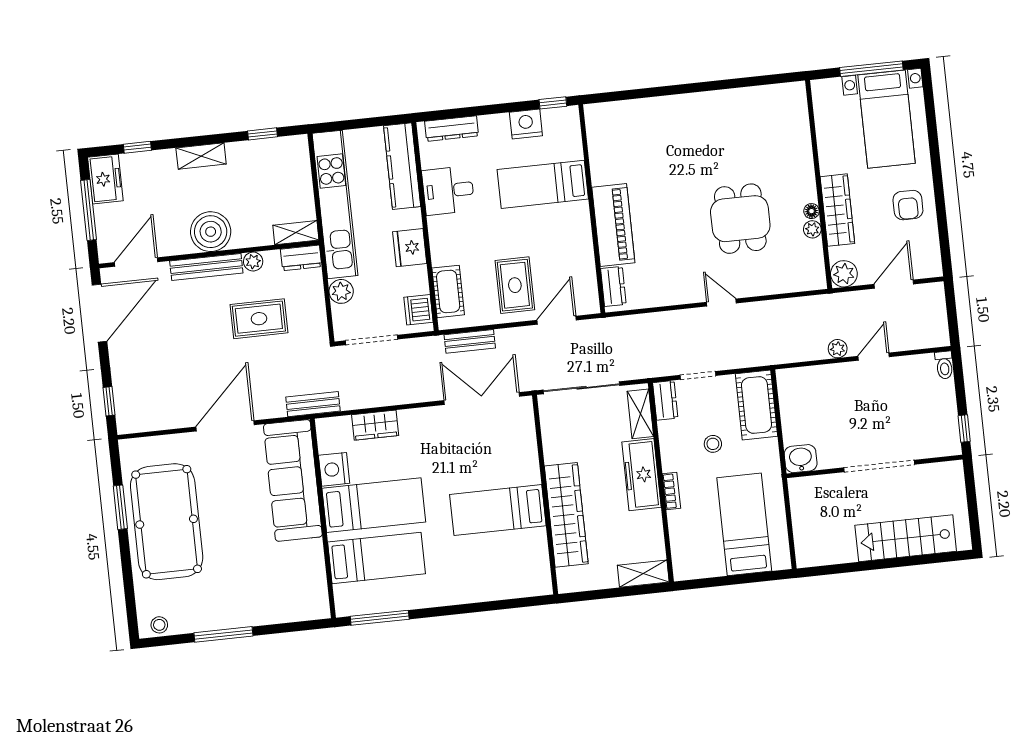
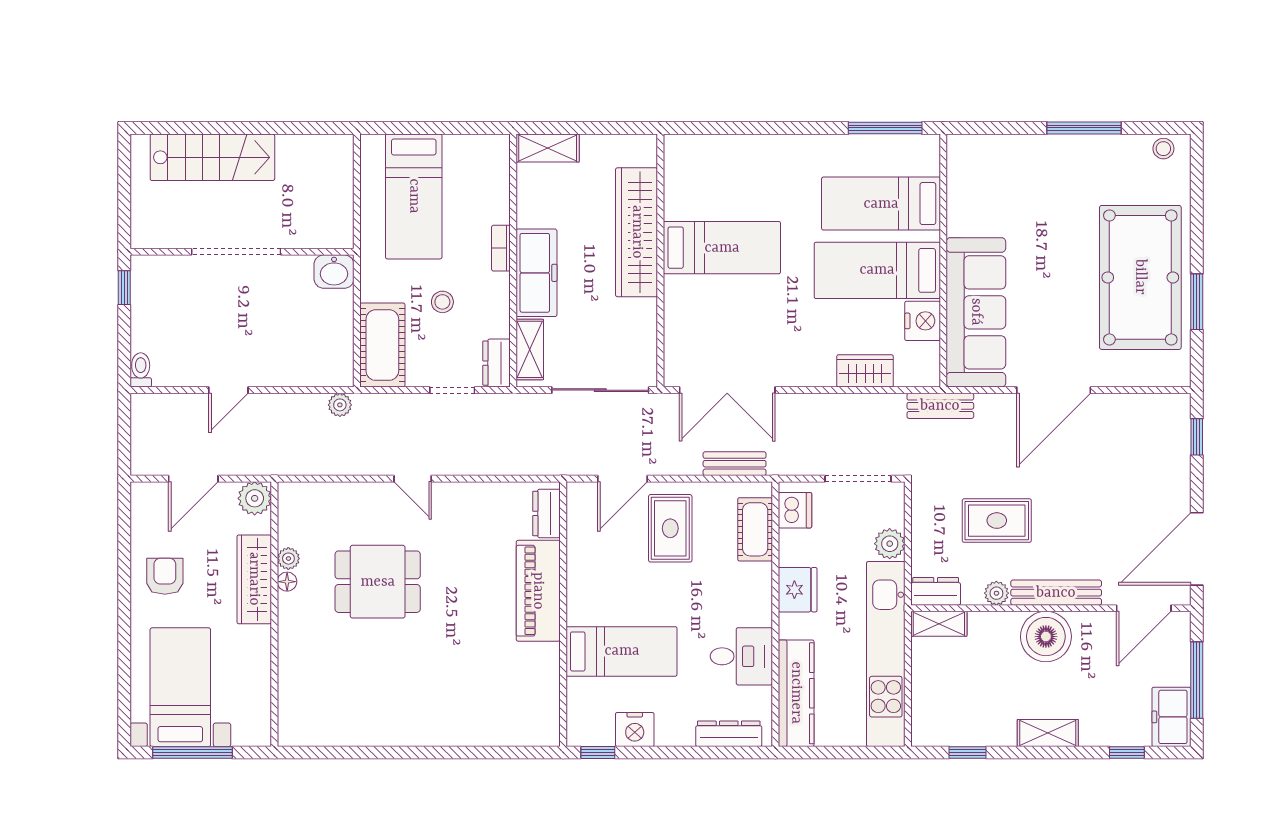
dining table: (740, 219) -> (378, 582), turned 90
plant: (838, 349) -> (340, 405), moved

